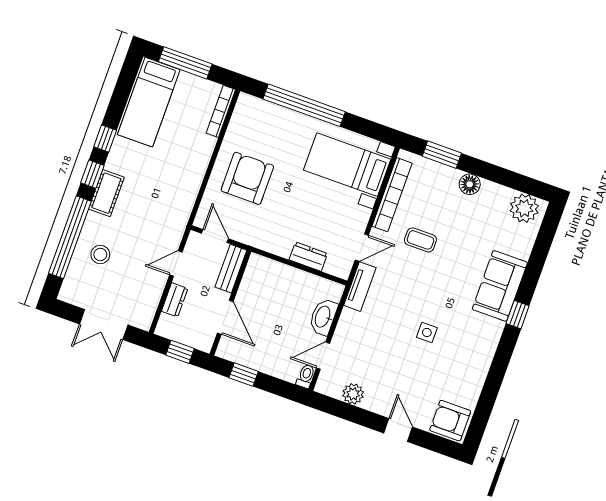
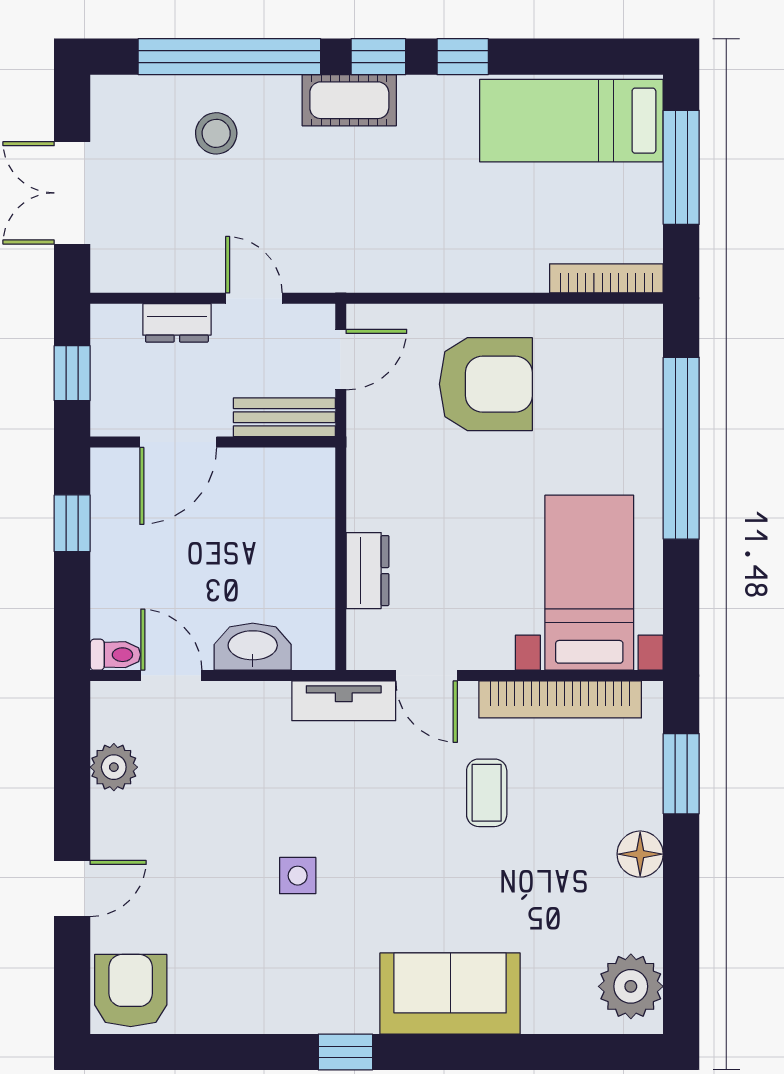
window: (518, 315) -> (345, 1052), moved

